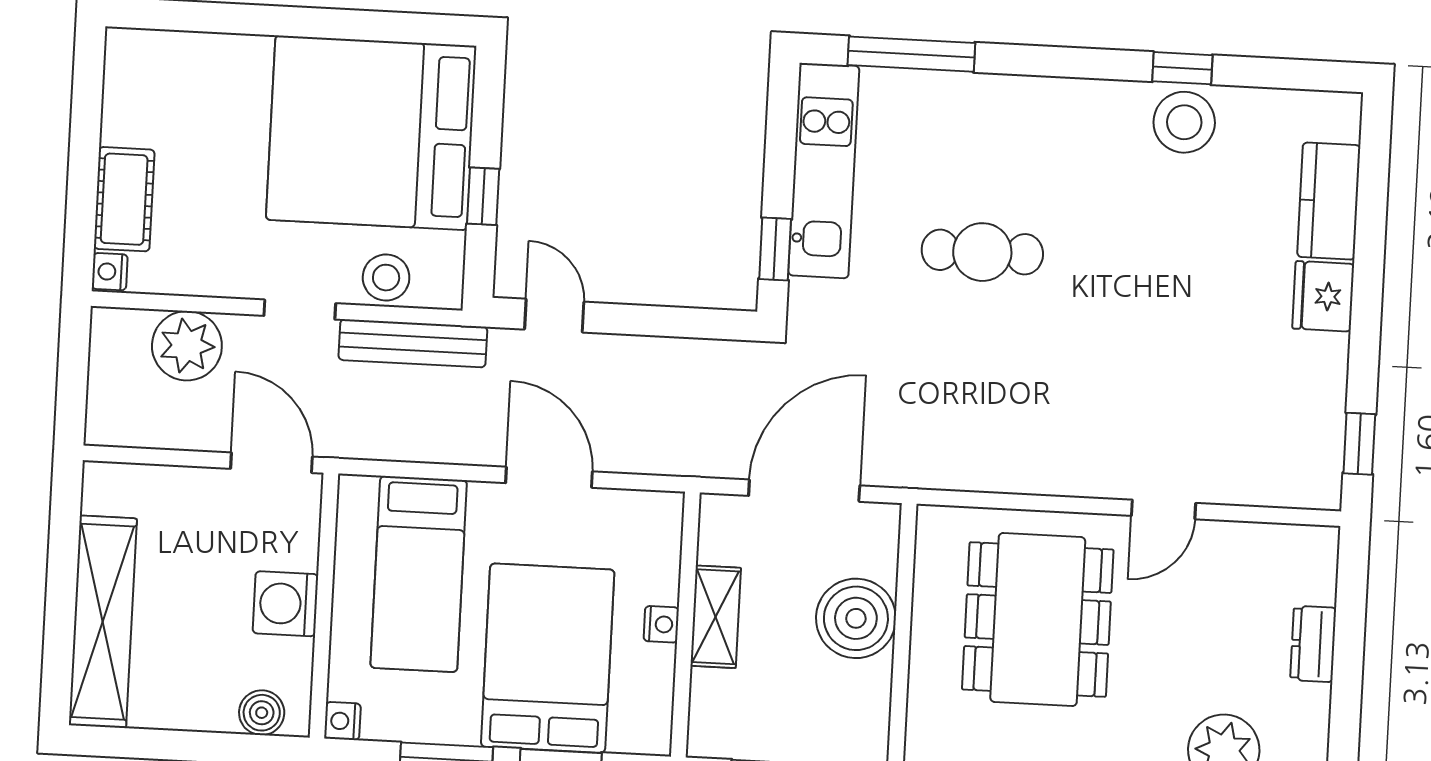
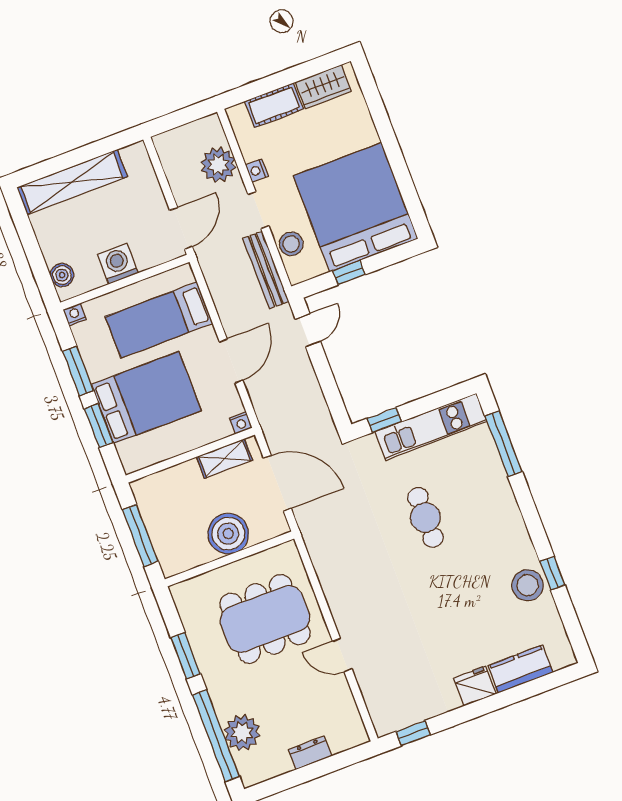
wardrobe: (130, 96) -> (323, 87), added
nightstand: (110, 272) -> (257, 170), moved, turned -90
shelving: (716, 617) -> (224, 459), moved
nightstand: (661, 624) -> (241, 423), moved

